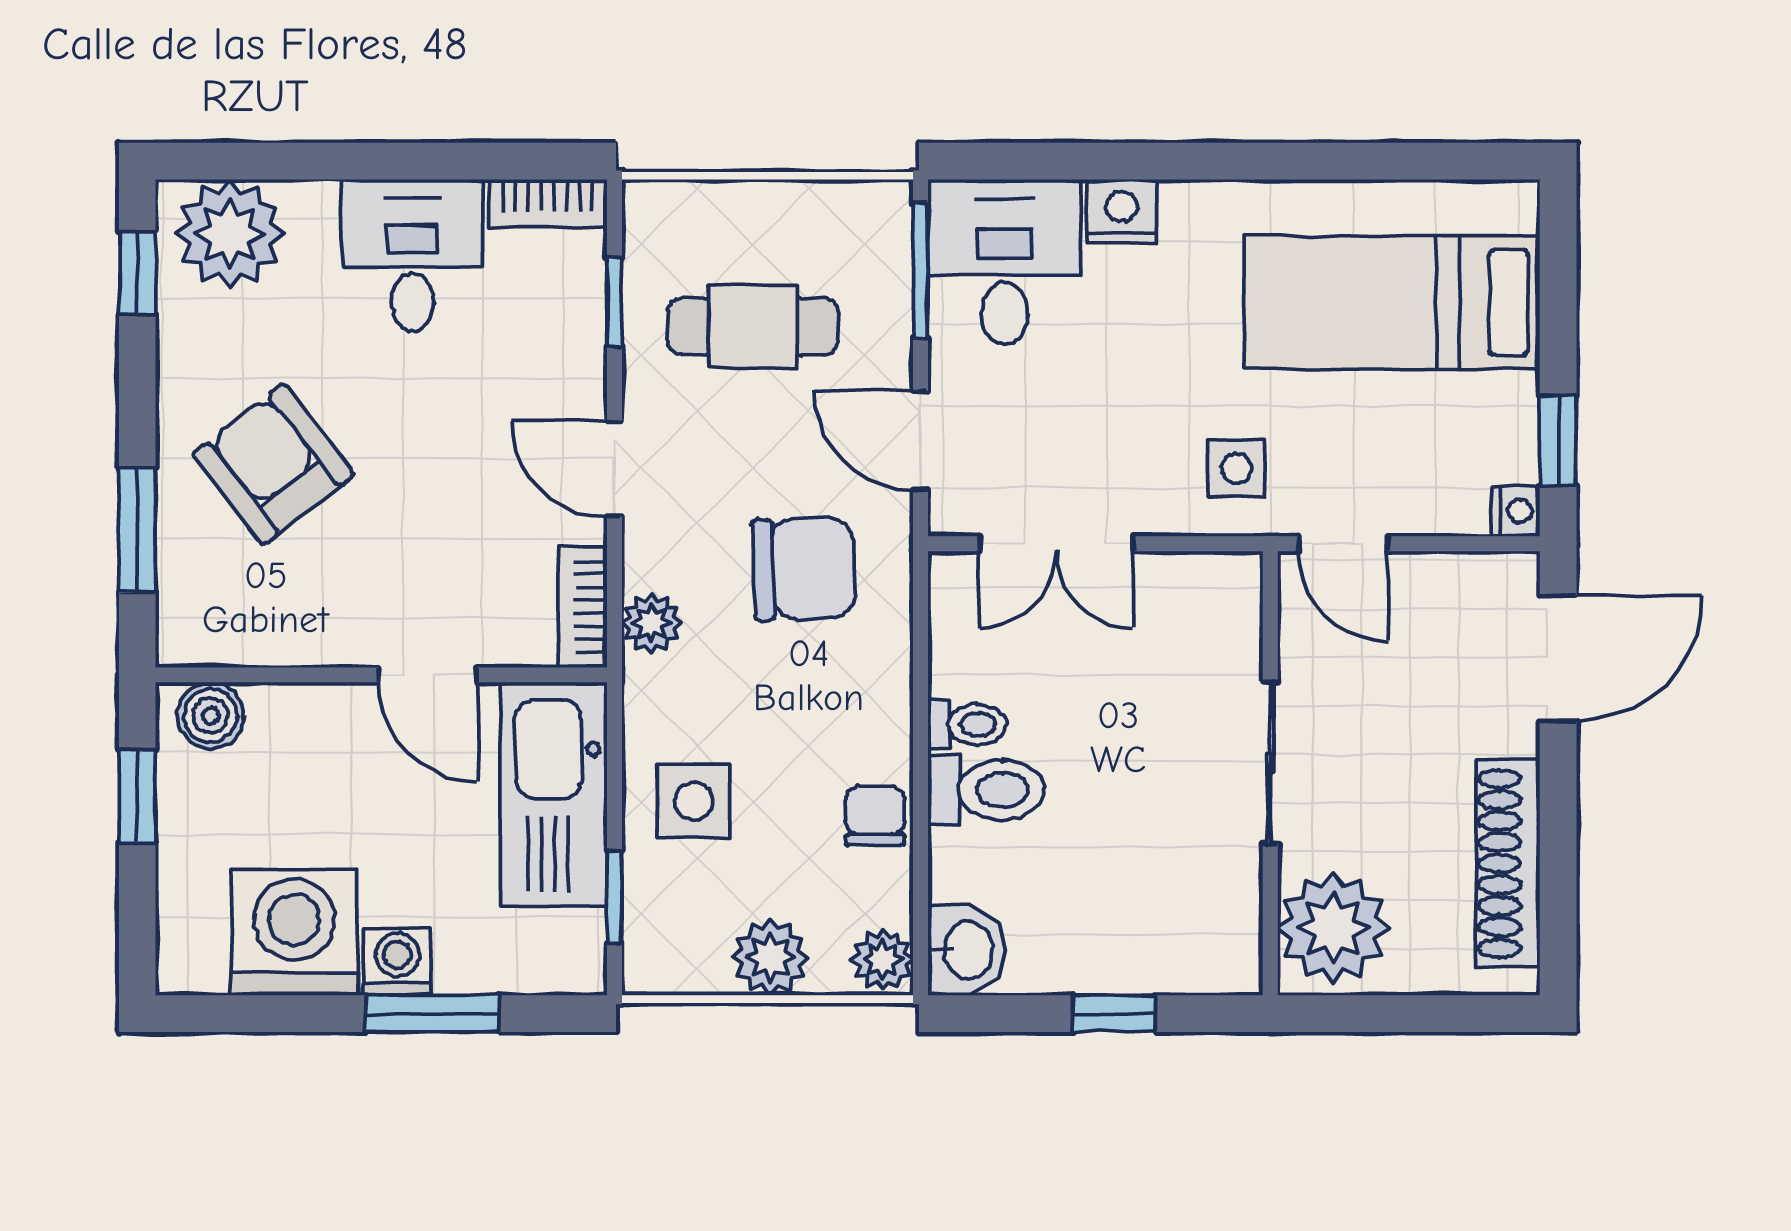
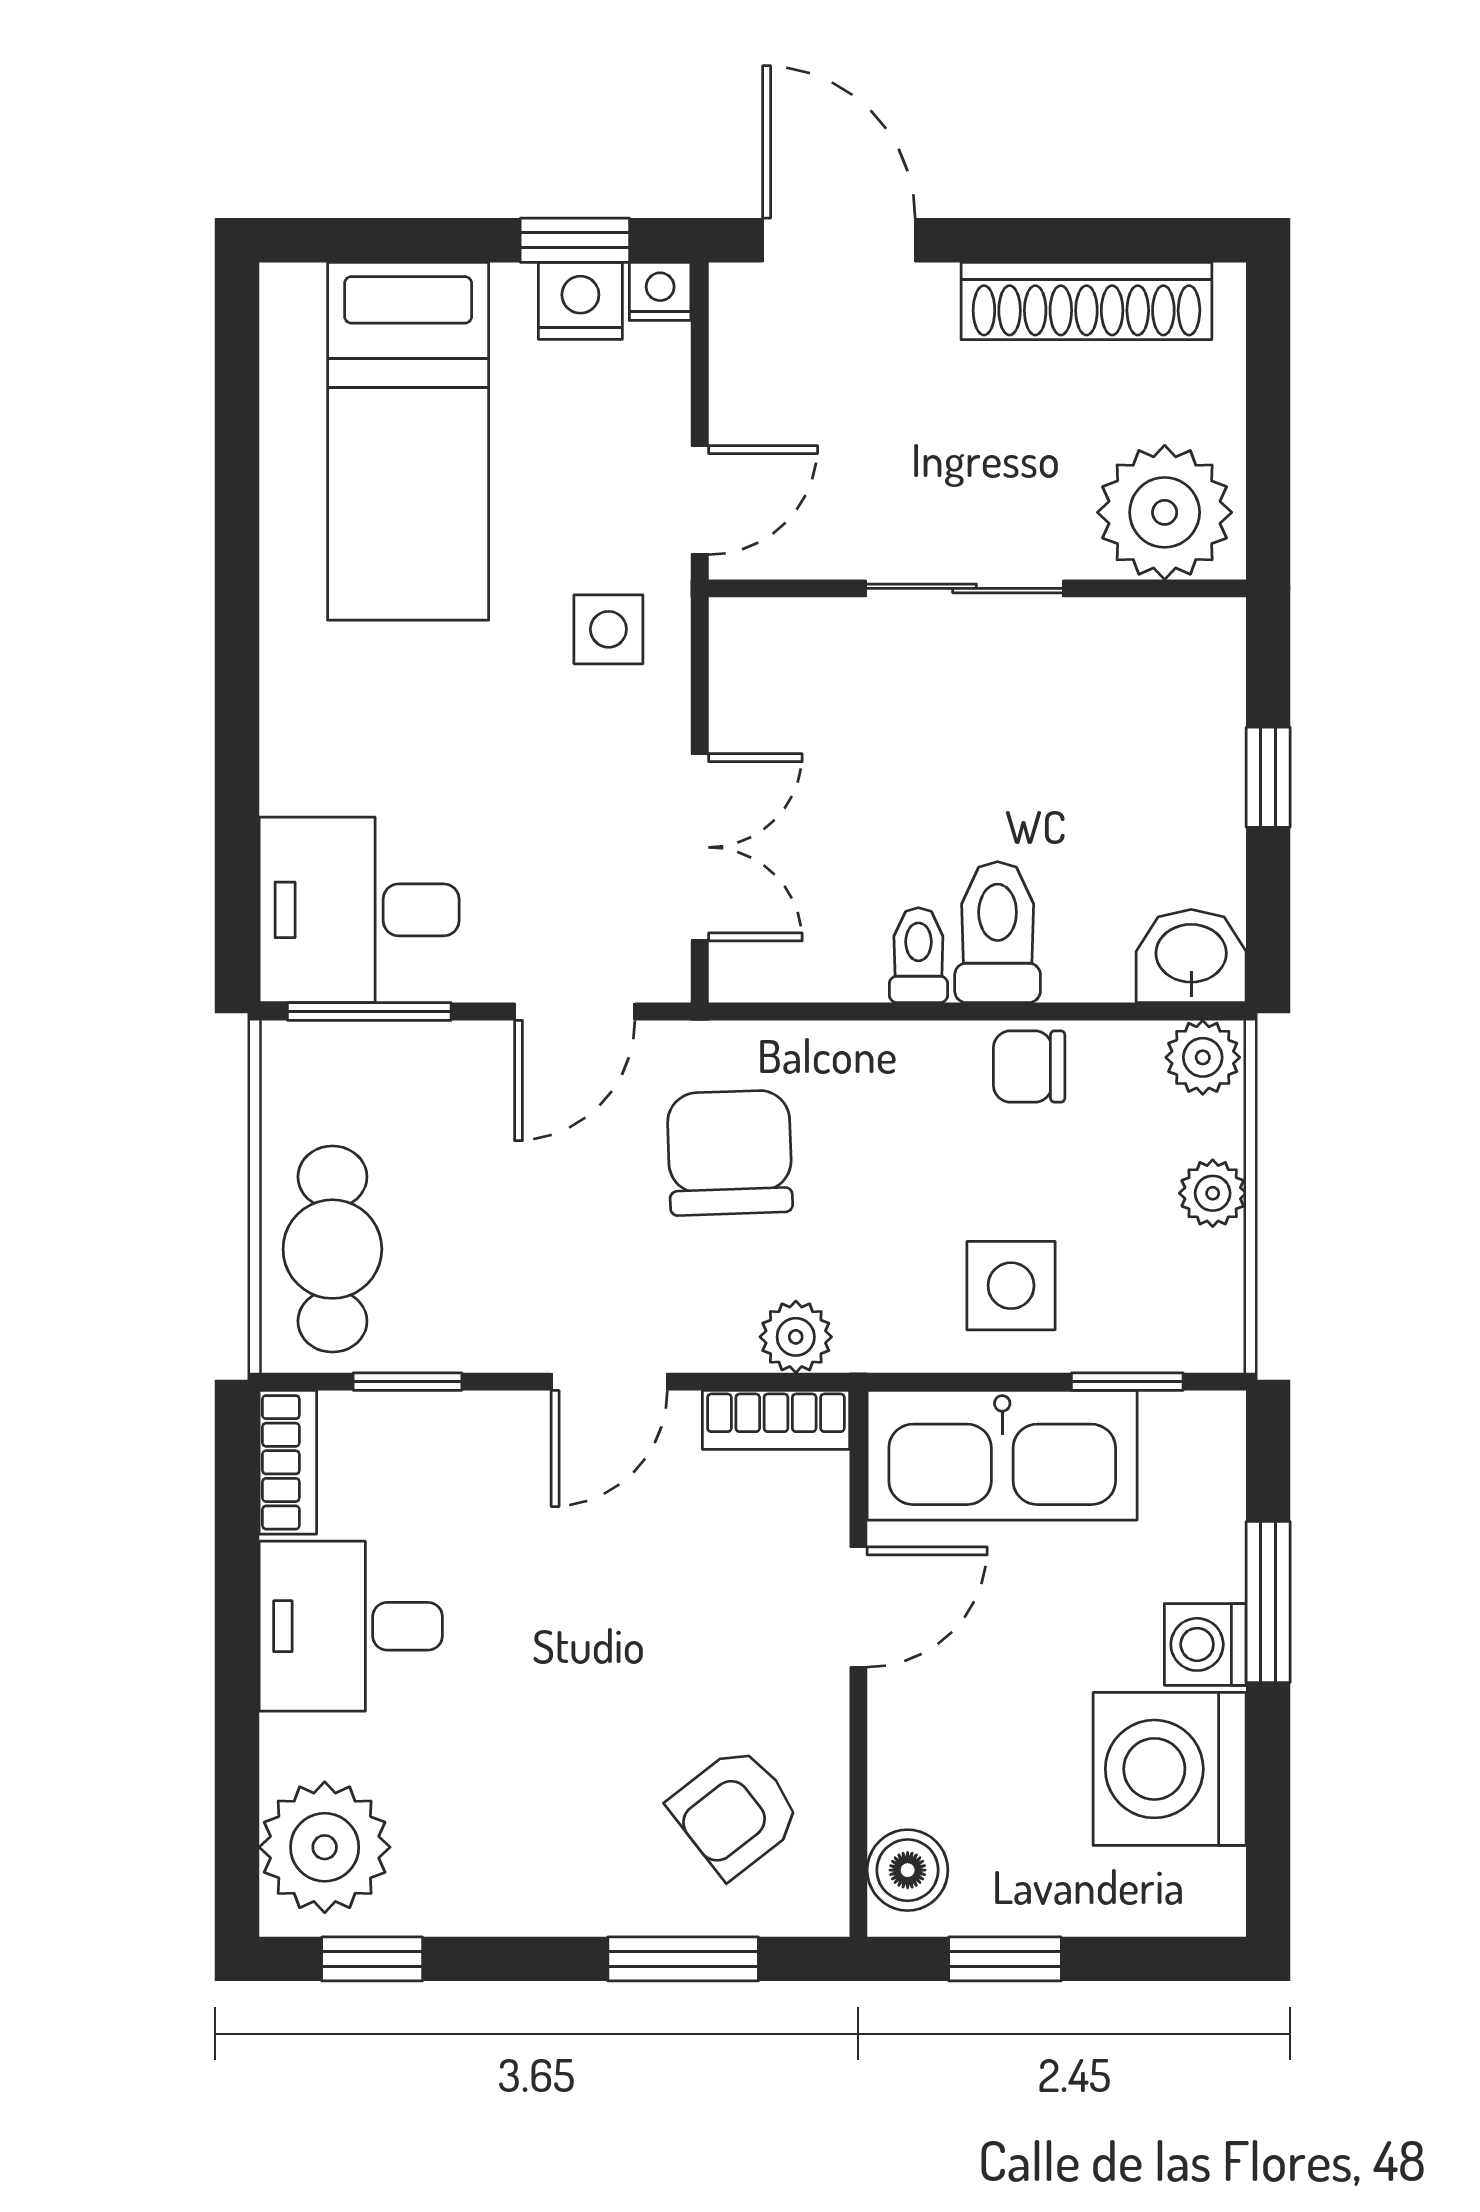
nightstand: (1122, 211) -> (580, 301), moved, turned 90
cafe table: (753, 326) -> (332, 1249), moved
armchair: (273, 464) -> (735, 1812), moved, width x0.72, depth x0.72
plant: (770, 957) -> (1213, 1193), width x0.73, depth x0.73

